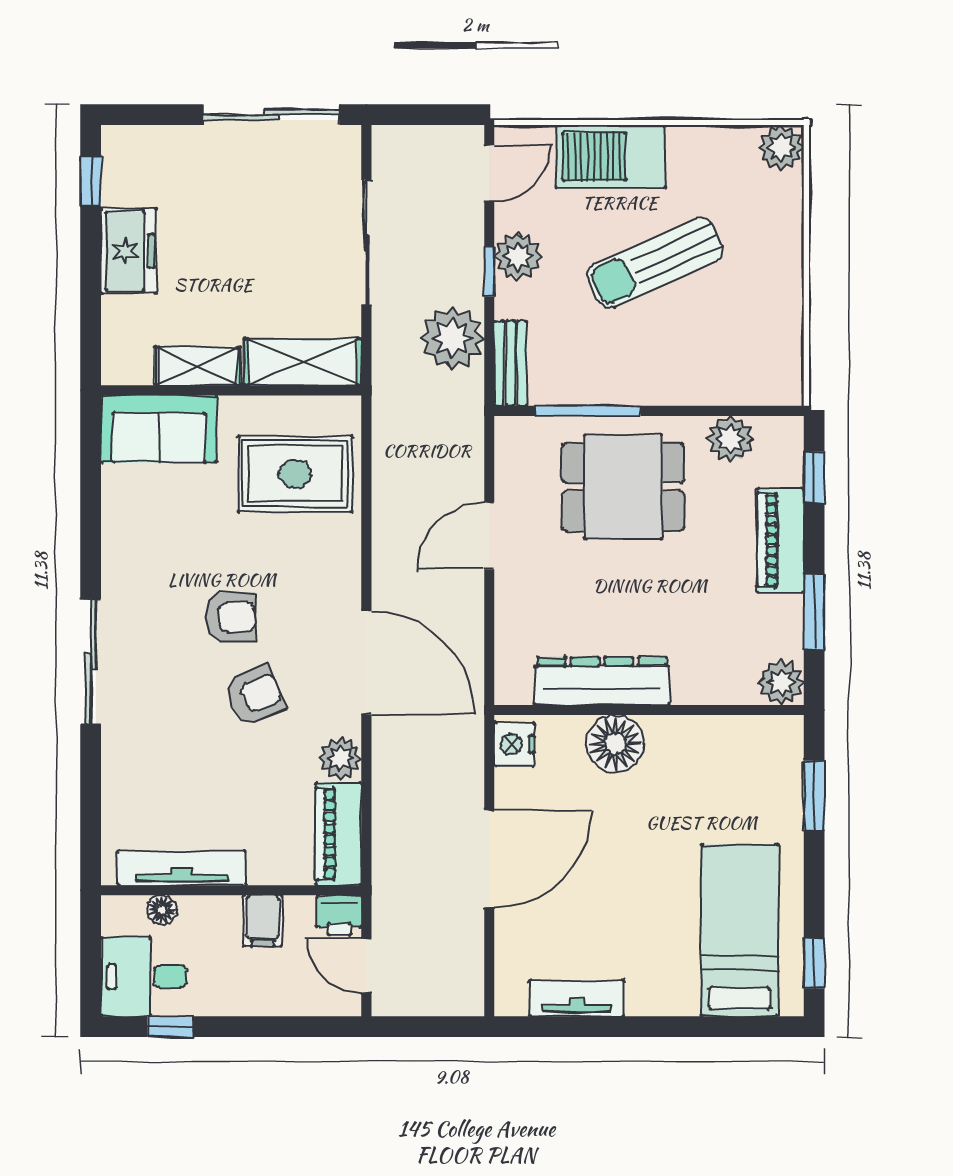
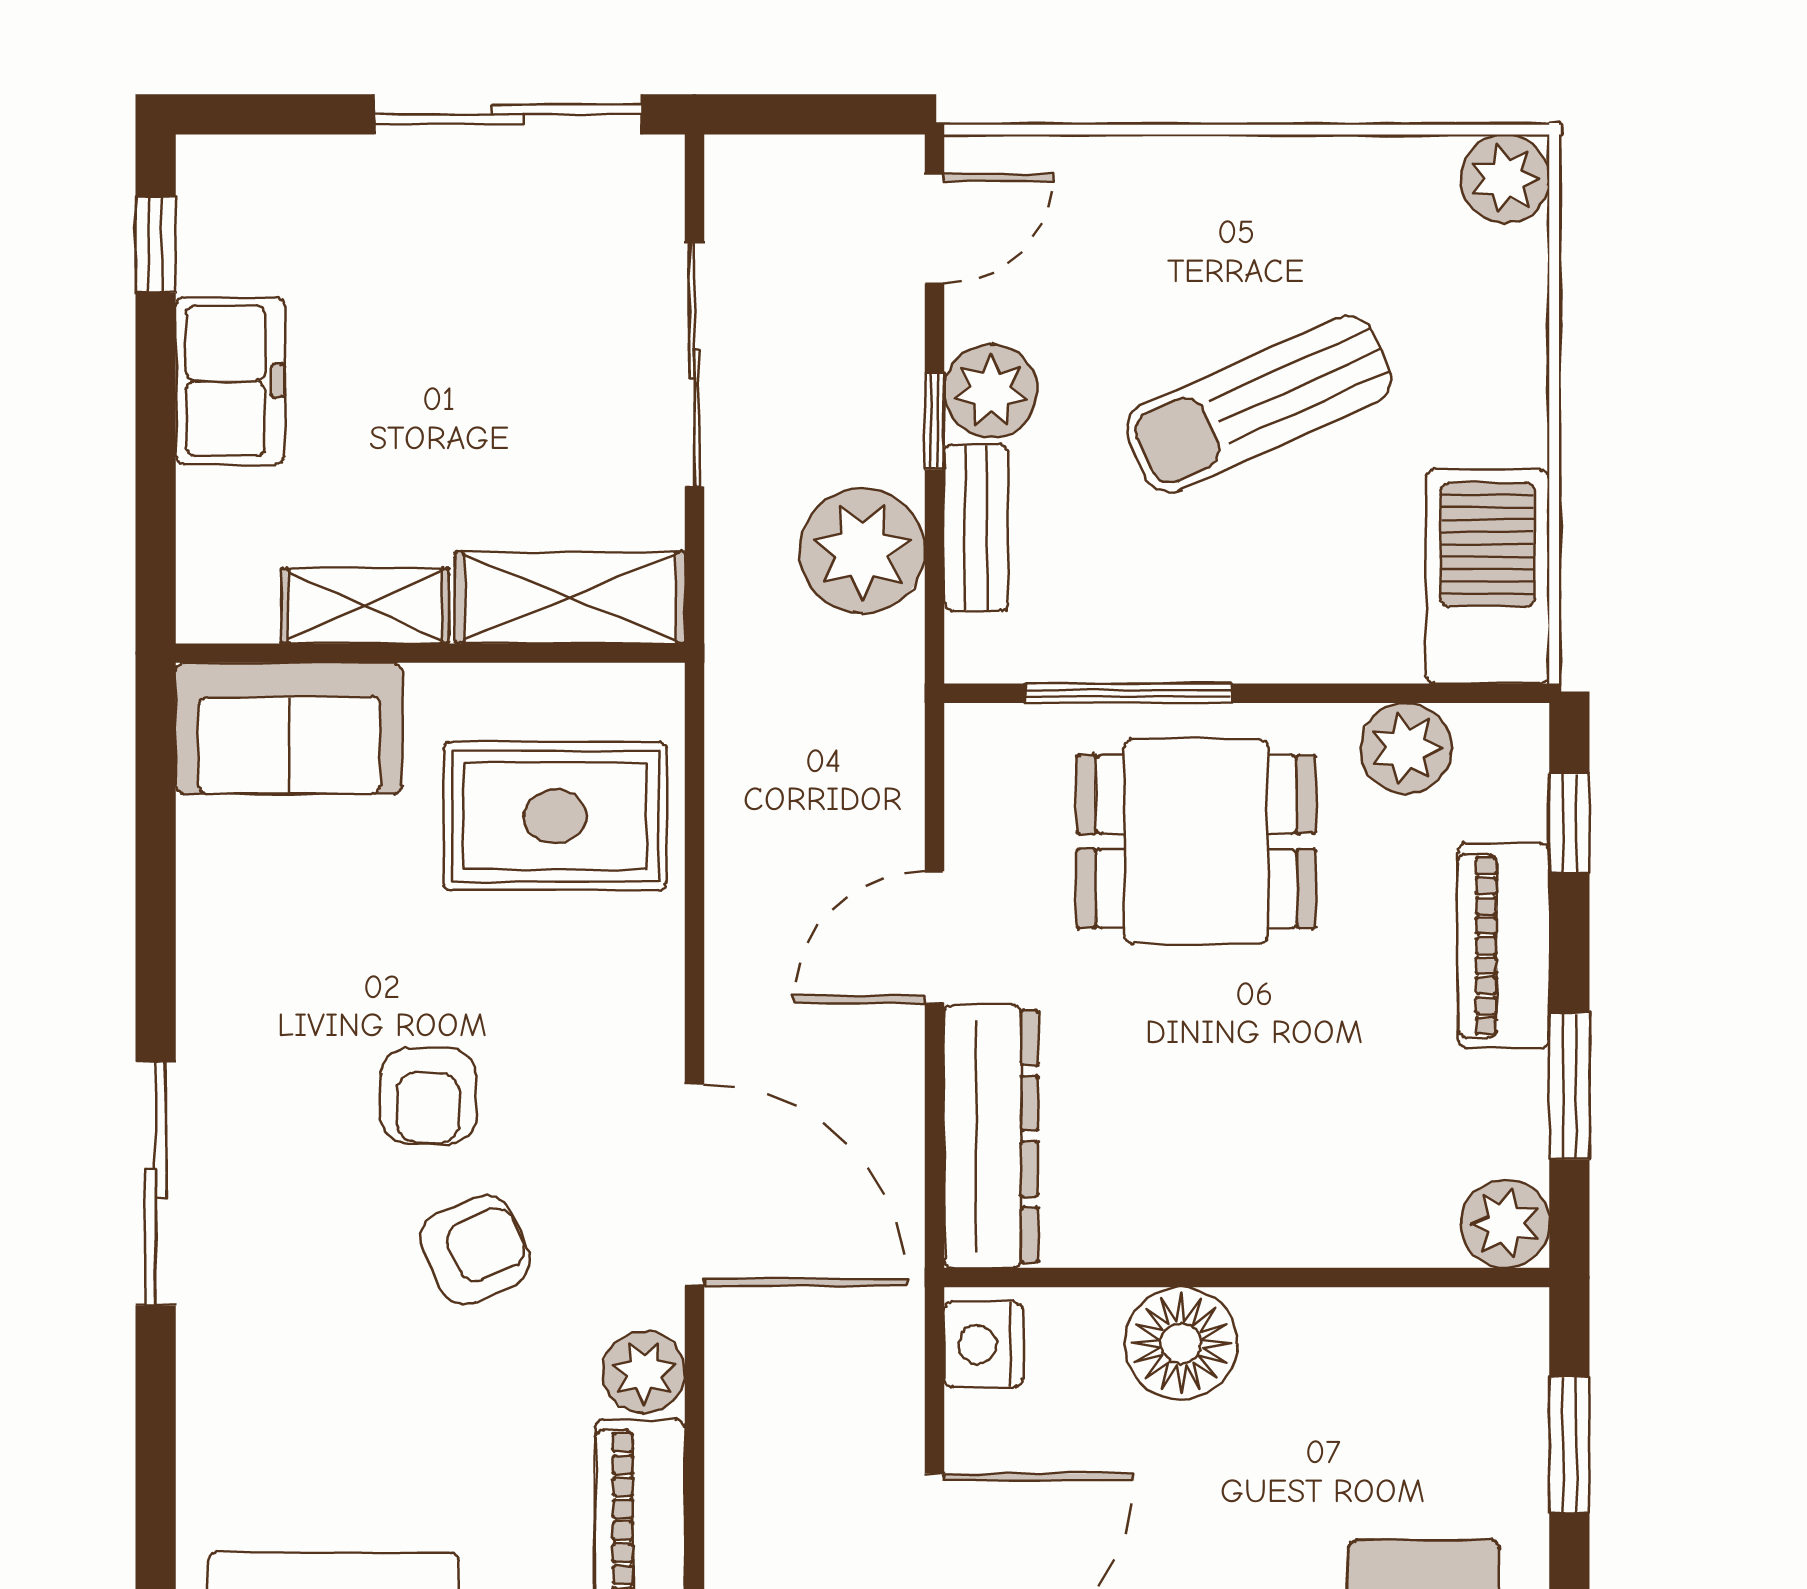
barbecue: (611, 157) -> (1488, 576), moved, turned 90
bench: (510, 363) -> (976, 528), moved
armchair: (230, 617) -> (428, 1096), turned 90
dresser: (602, 681) -> (991, 1136), moved, turned 90

